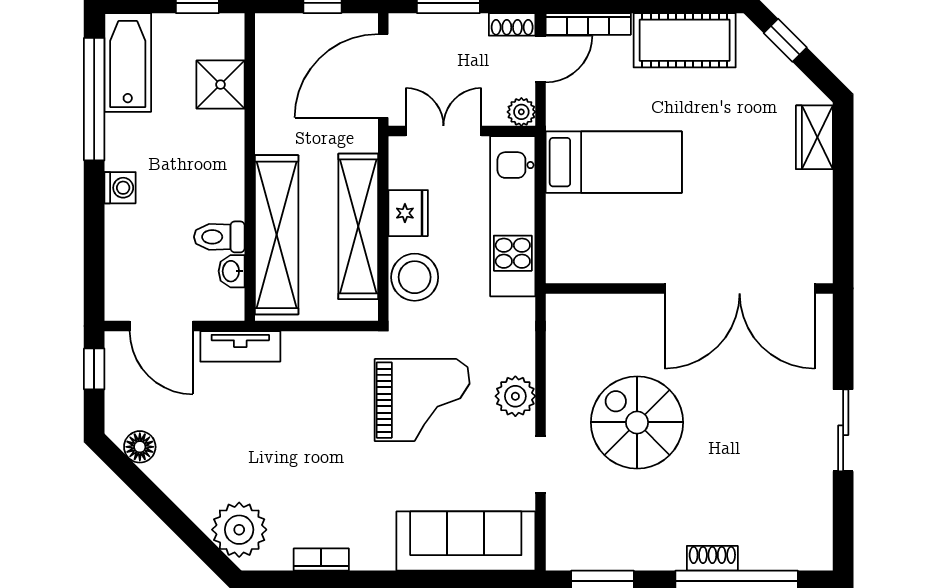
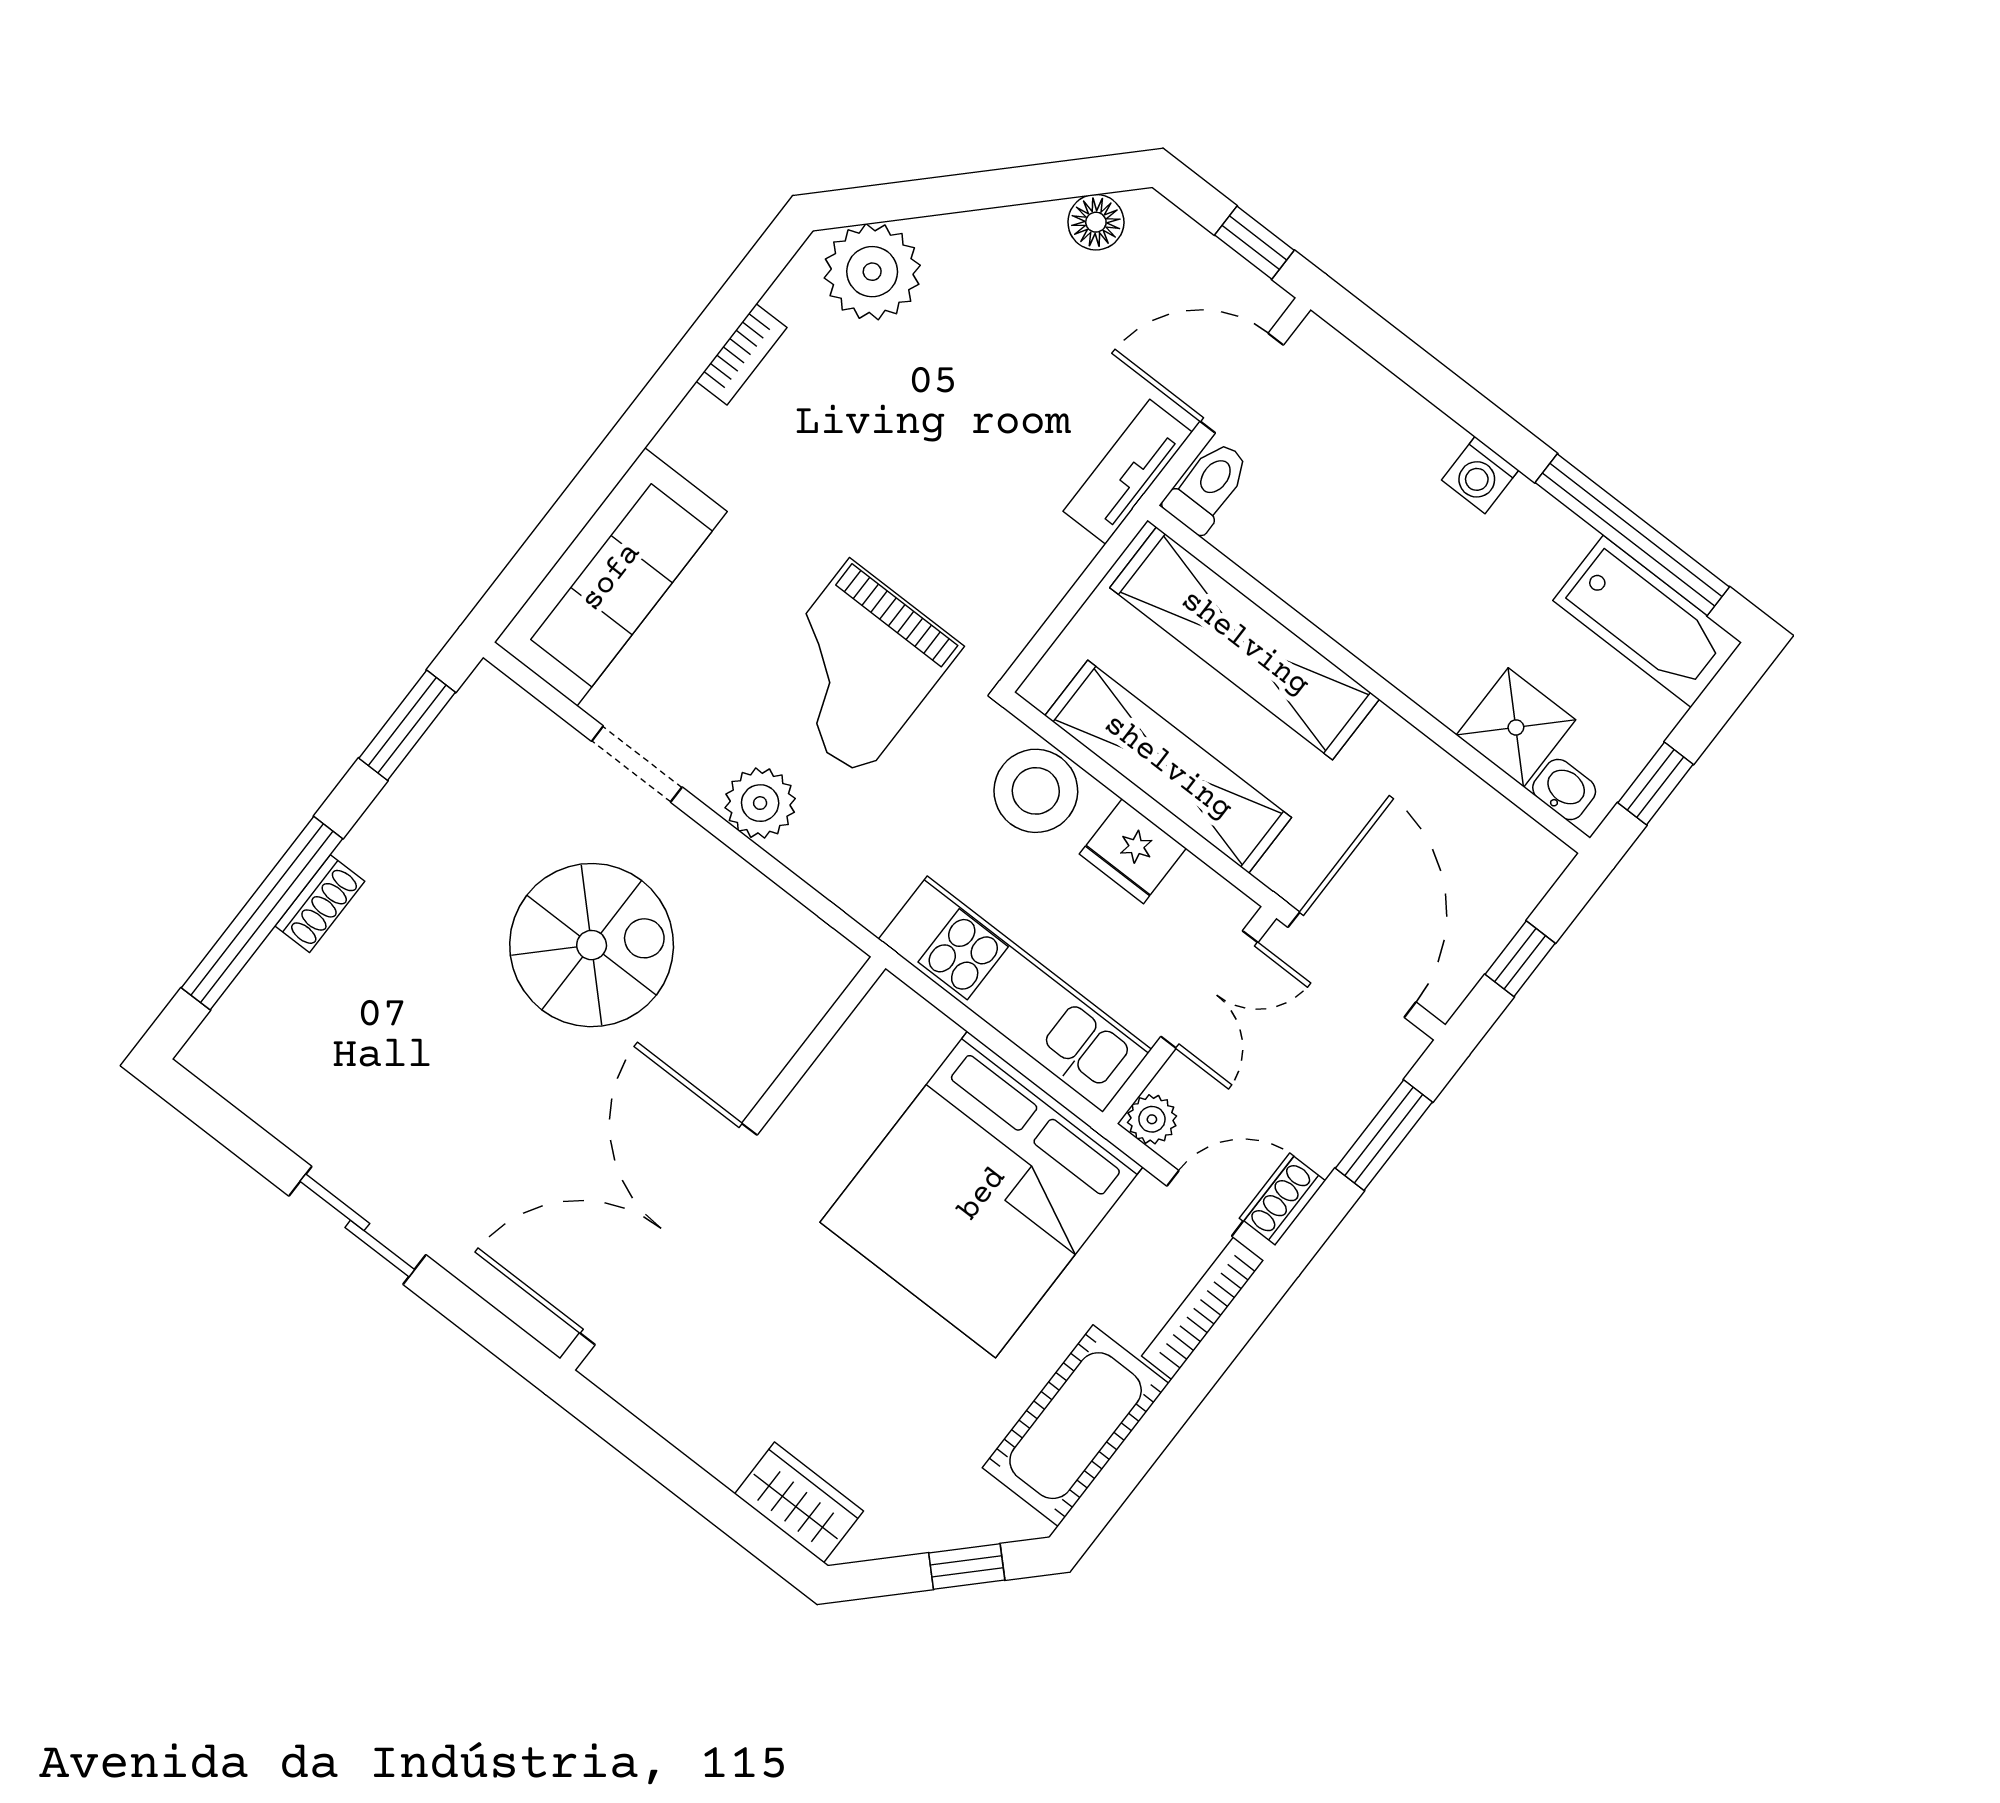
door: (541, 59) -> (1205, 1203), swing flipped
bed: (614, 162) -> (982, 1194), width x2.04
toilet: (219, 237) -> (1208, 487), moved
washbasin: (232, 271) -> (1564, 790), moved

